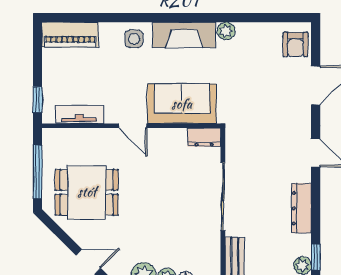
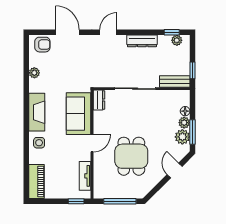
plant: (226, 31) -> (34, 73), moved
dining table: (87, 192) -> (131, 156), moved

